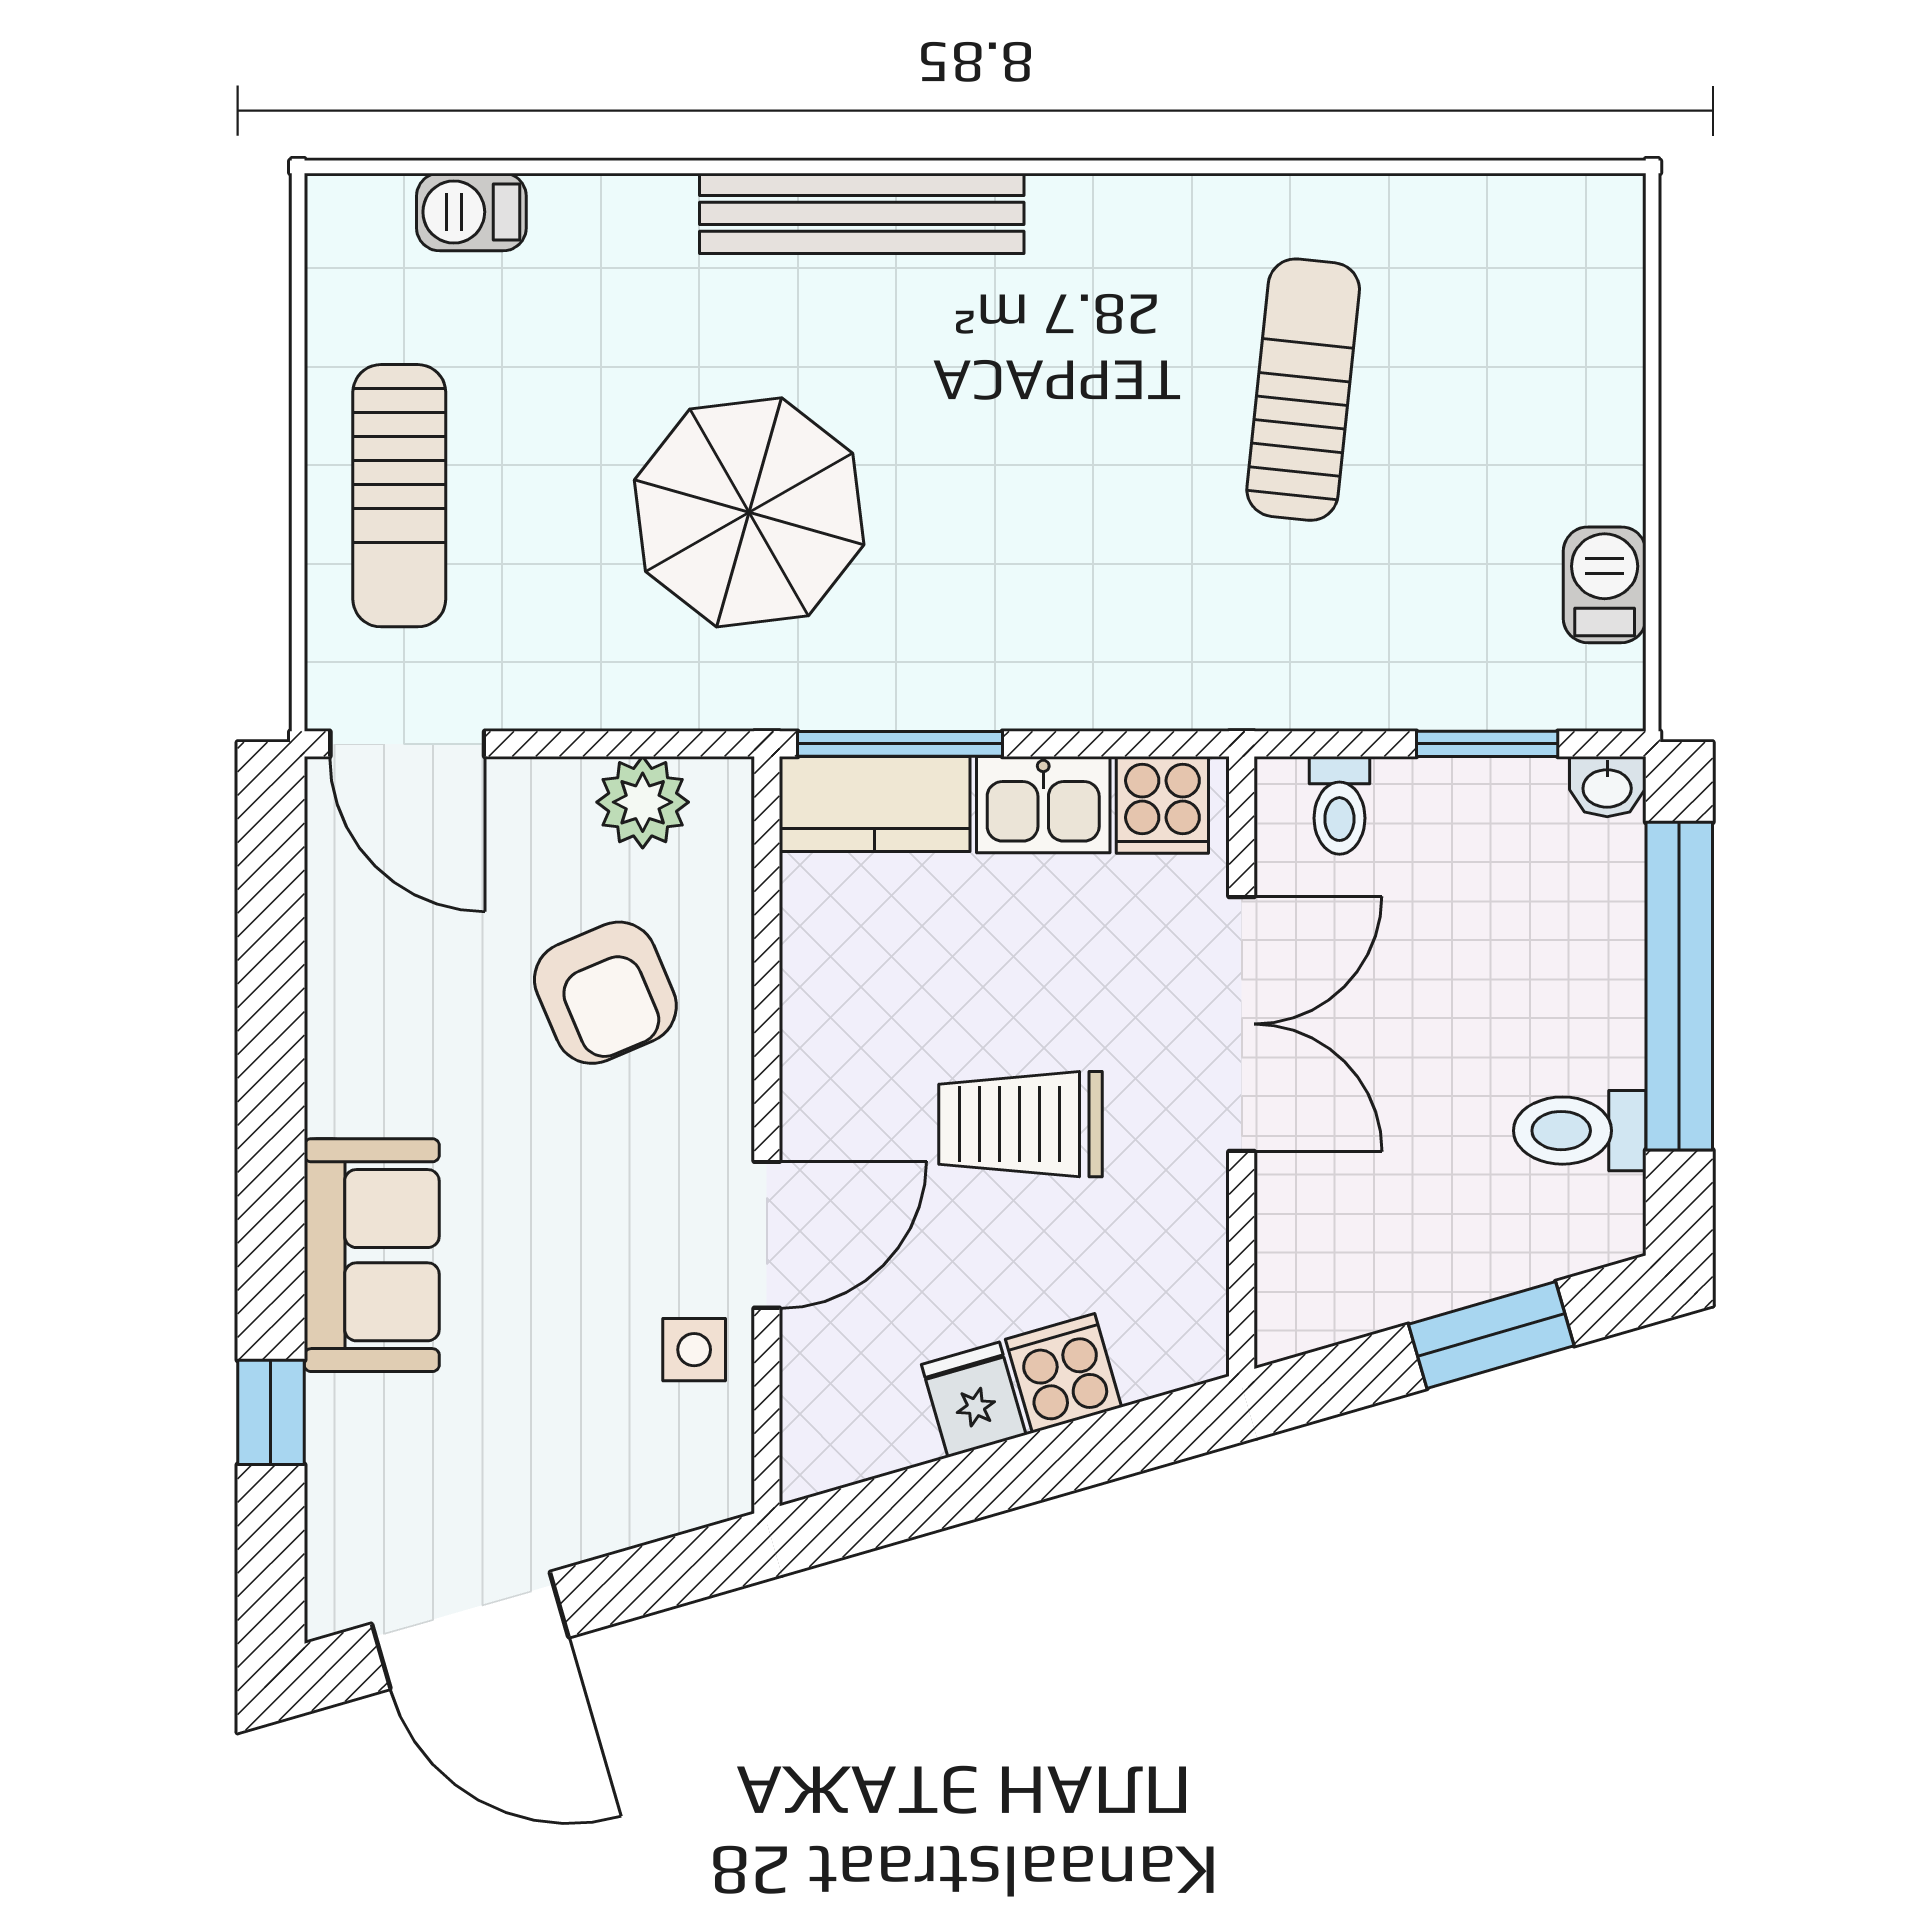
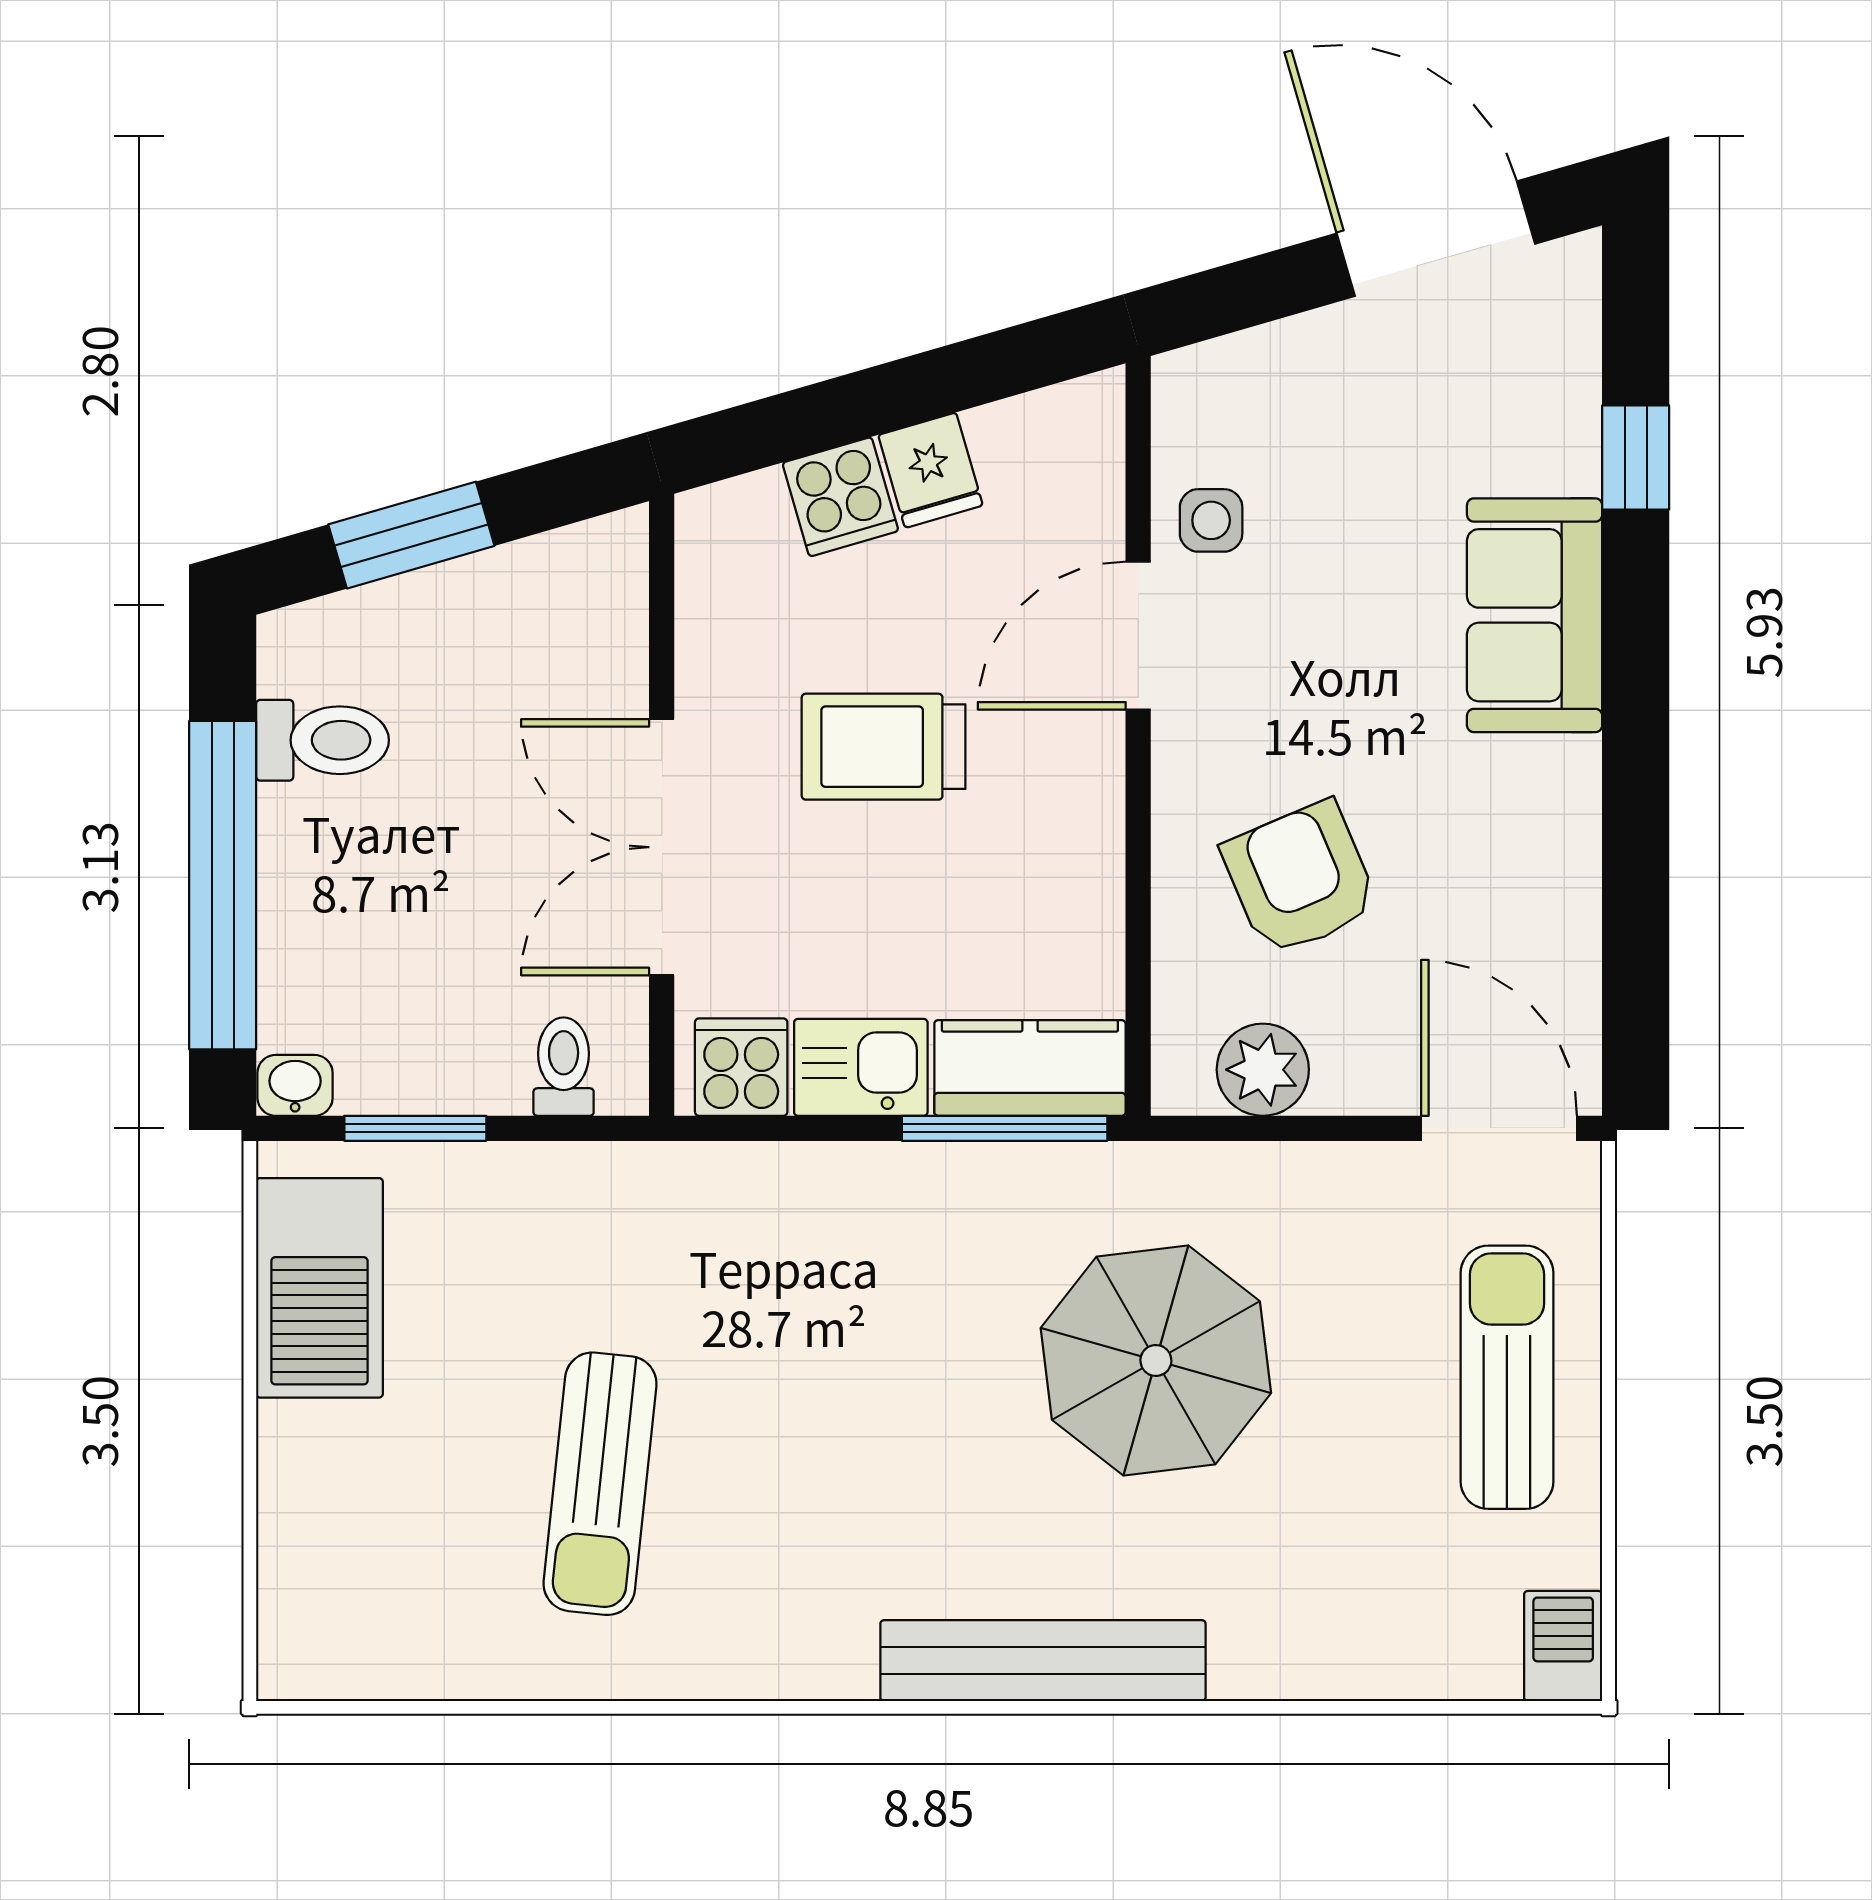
barbecue: (471, 212) -> (1563, 1646), moved, turned -90
barbecue: (1605, 585) -> (319, 1288), width x1.88, depth x1.53
trolley: (1021, 1124) -> (884, 747), turned 180

